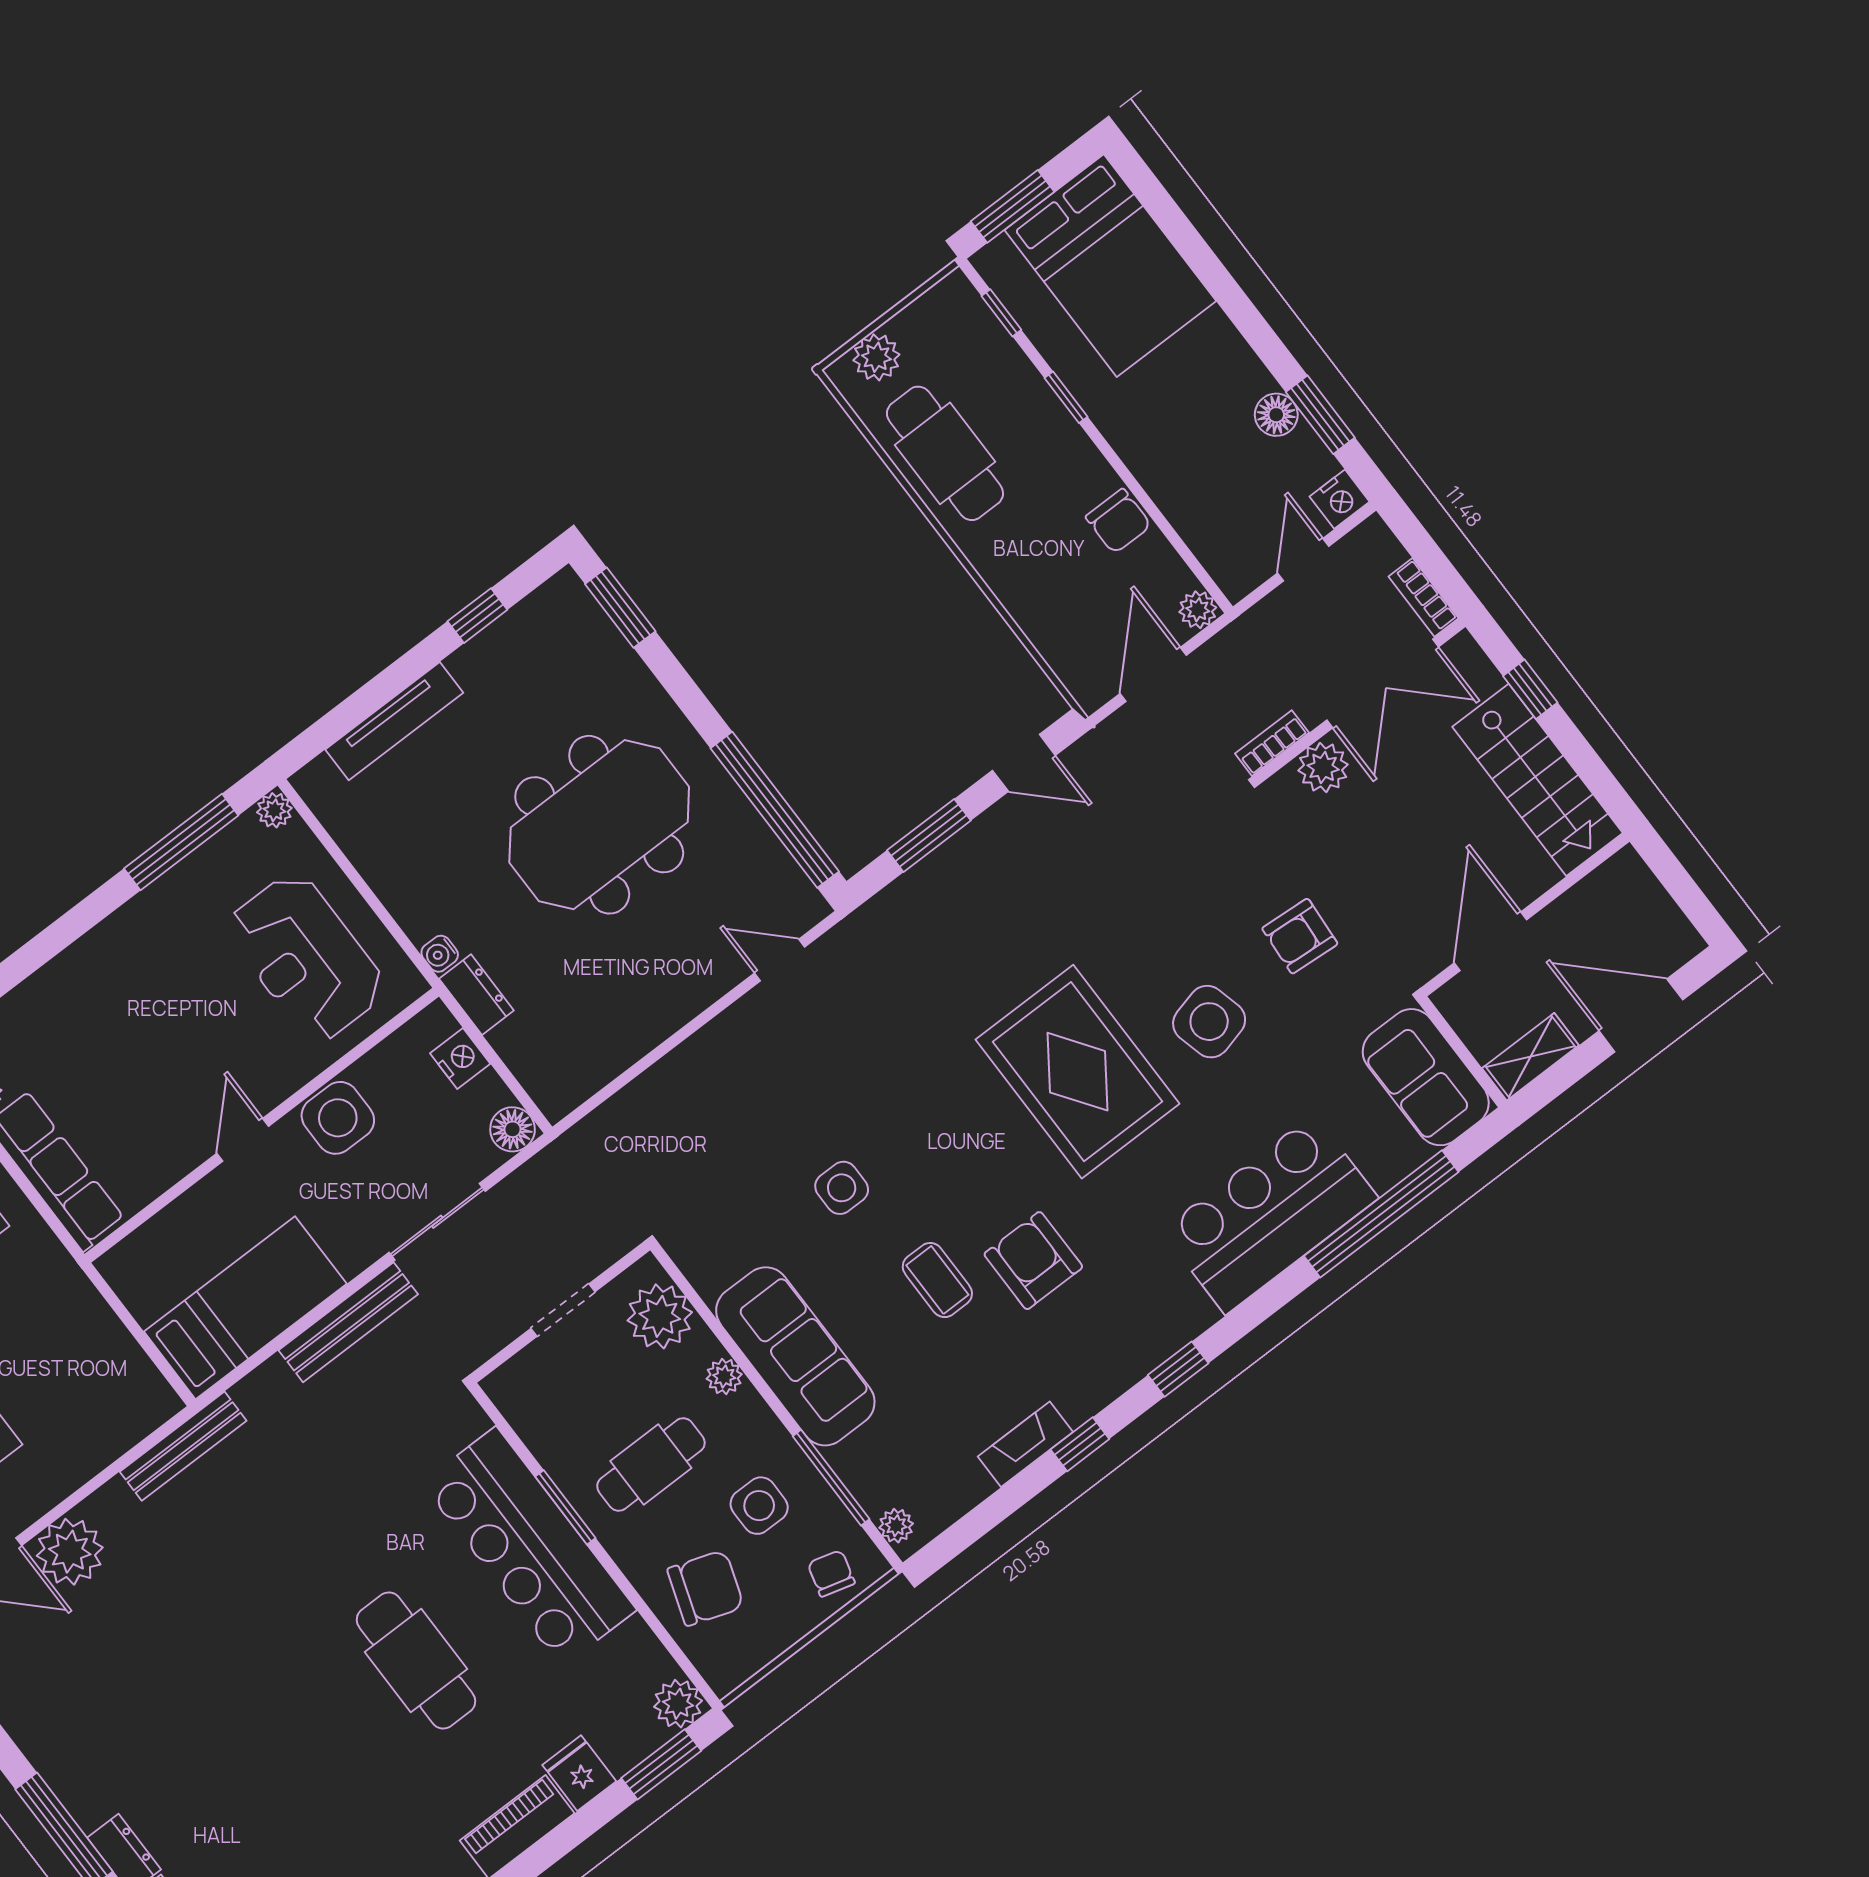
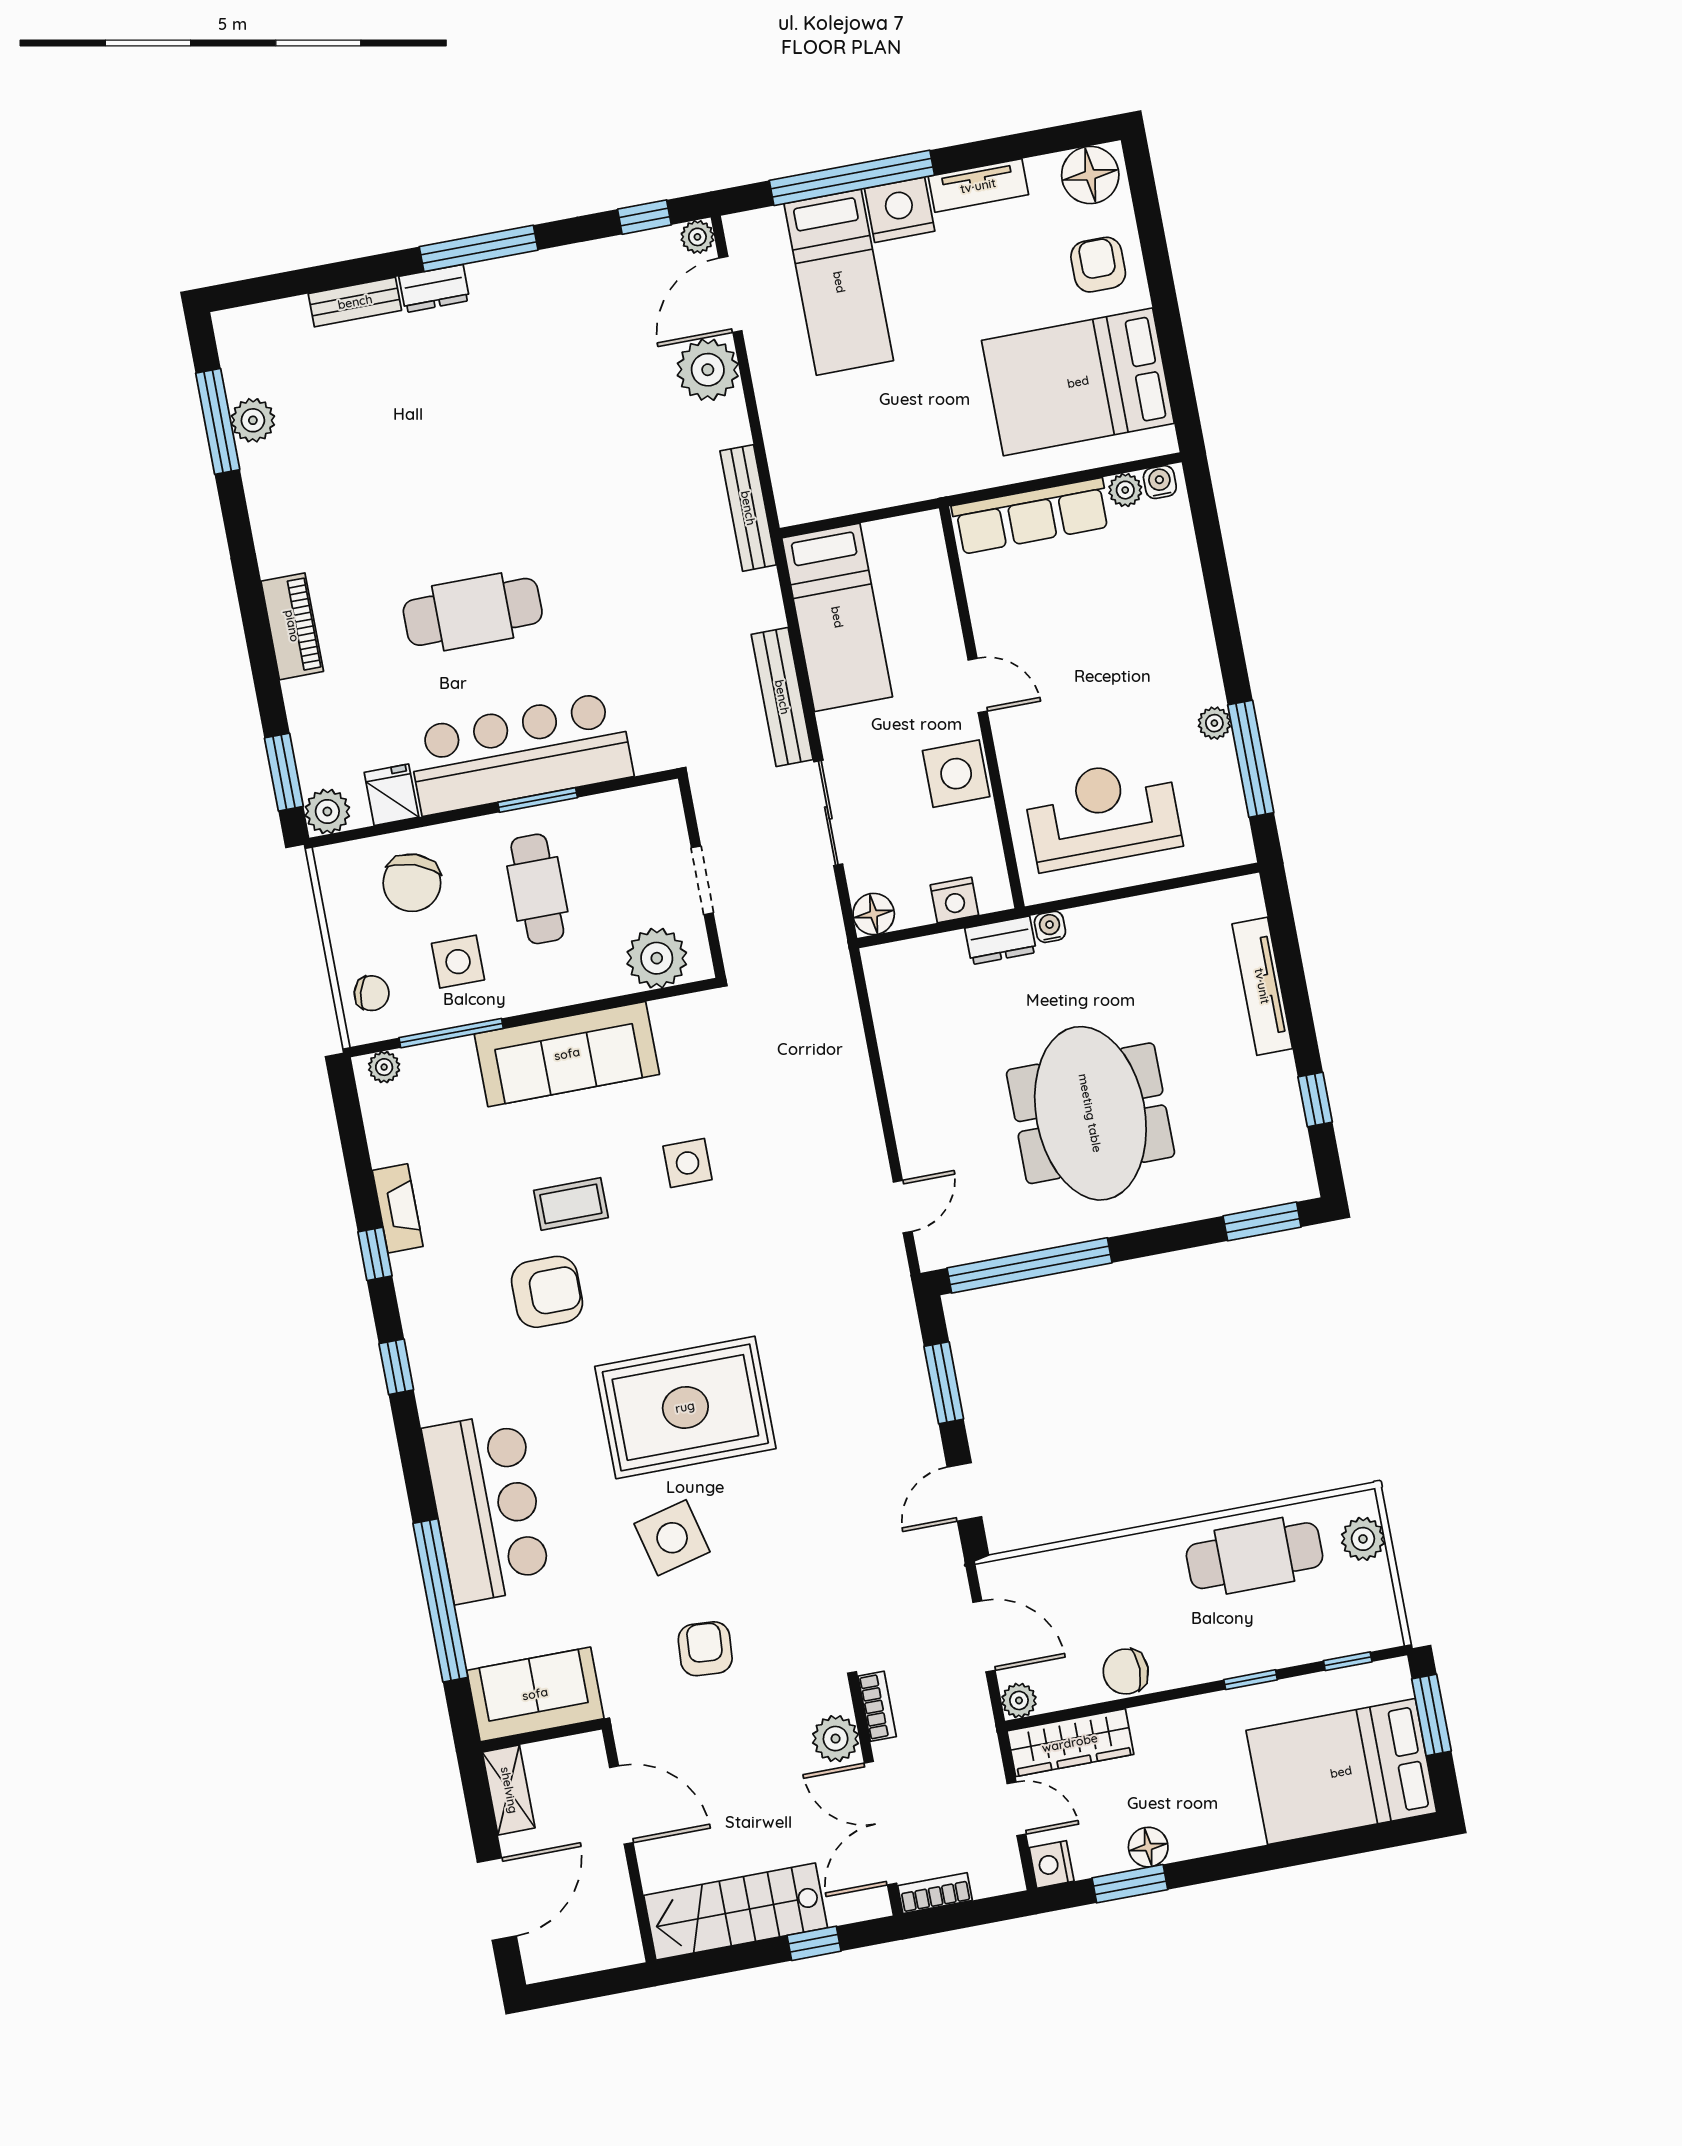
wardrobe: (1213, 540) -> (1070, 1743), added
plant: (274, 810) -> (1214, 723), moved
plant: (724, 1377) -> (580, 987), removed
fridge: (579, 1773) -> (391, 795), moved, turned -90

